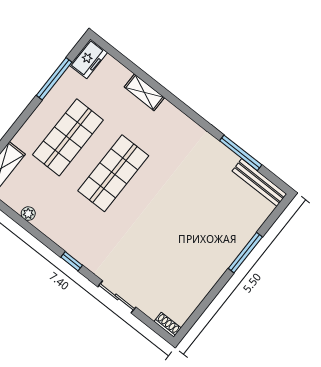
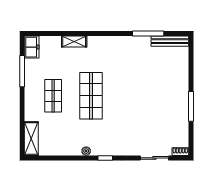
shop shelf: (68, 137) -> (53, 96), width x0.70, depth x0.74
plant: (28, 214) -> (86, 151), moved
window: (245, 253) -> (191, 106), moved
sliding door: (117, 297) -> (154, 158), moved

